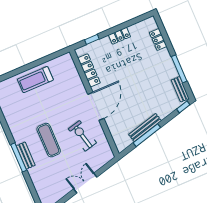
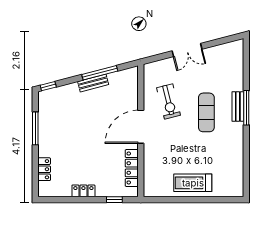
treadmill: (35, 80) -> (193, 183), turned 180
bench: (180, 89) -> (43, 106), removed
bench: (145, 128) -> (93, 83), width x0.73

